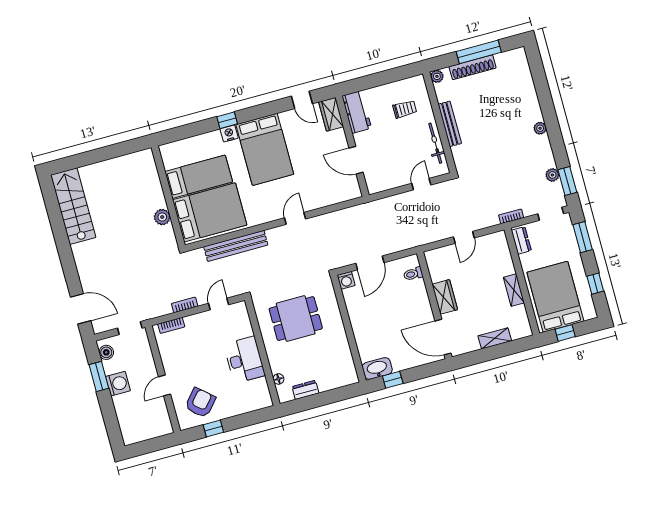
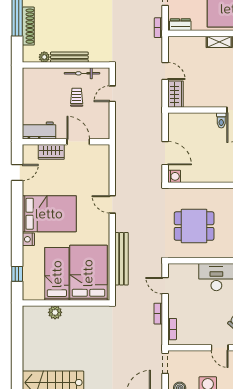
plant: (437, 76) -> (44, 57), moved
trolley: (405, 109) -> (77, 97), moved
wardrobe: (331, 114) -> (51, 152), moved
window: (227, 120) -> (17, 274), moved
door: (356, 160) -> (78, 142), swing flipped
door: (421, 184) -> (112, 94), hinge flipped
plant: (162, 217) -> (55, 312), moved
toilet: (413, 274) -> (221, 120), moved
wardrobe: (445, 297) -> (175, 94), moved, turned 90
dining table: (296, 319) -> (194, 226), turned 90

